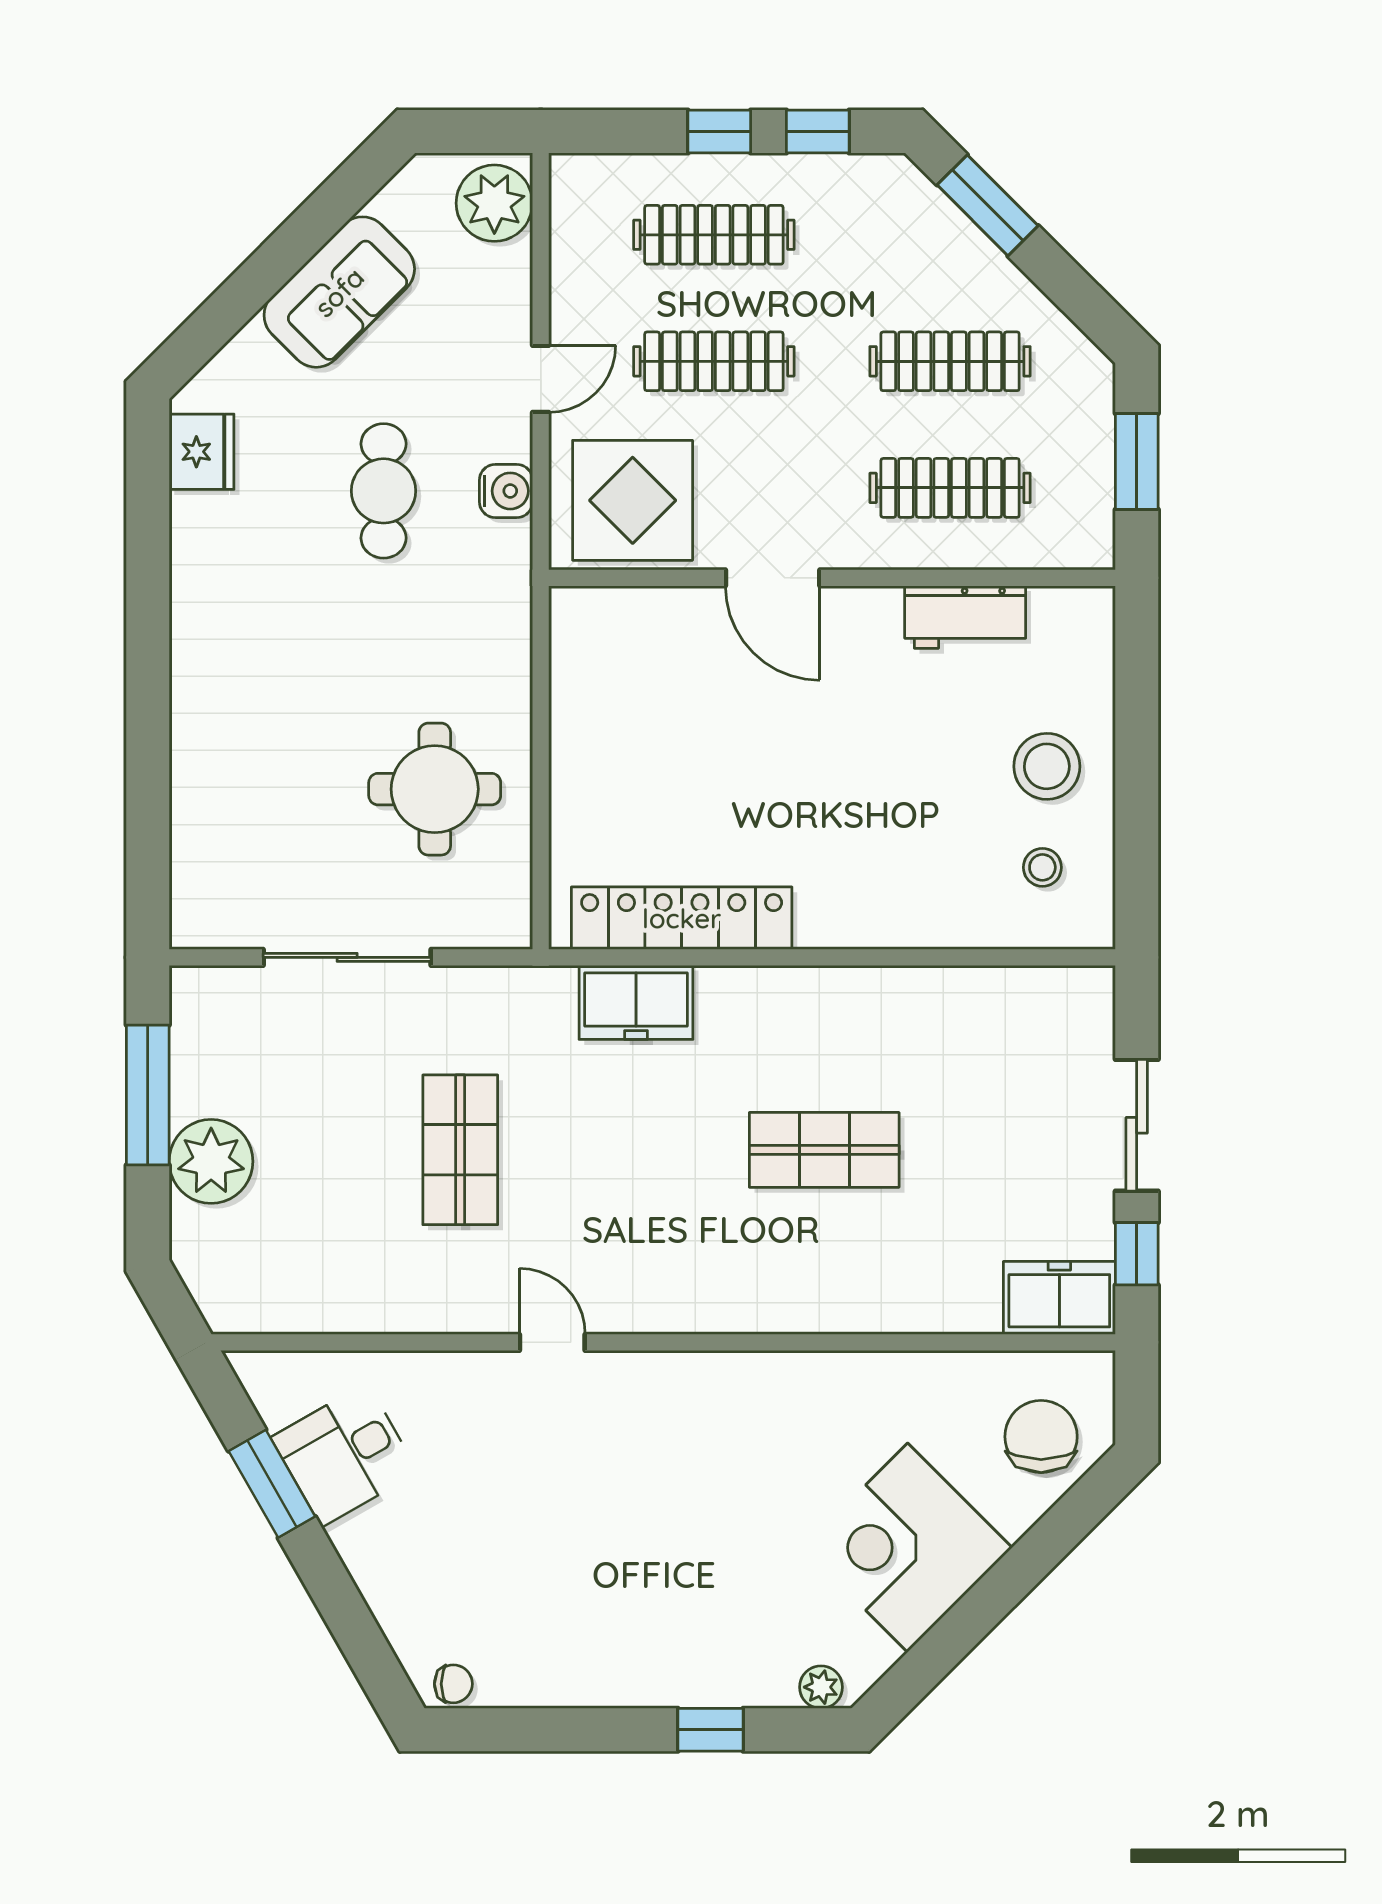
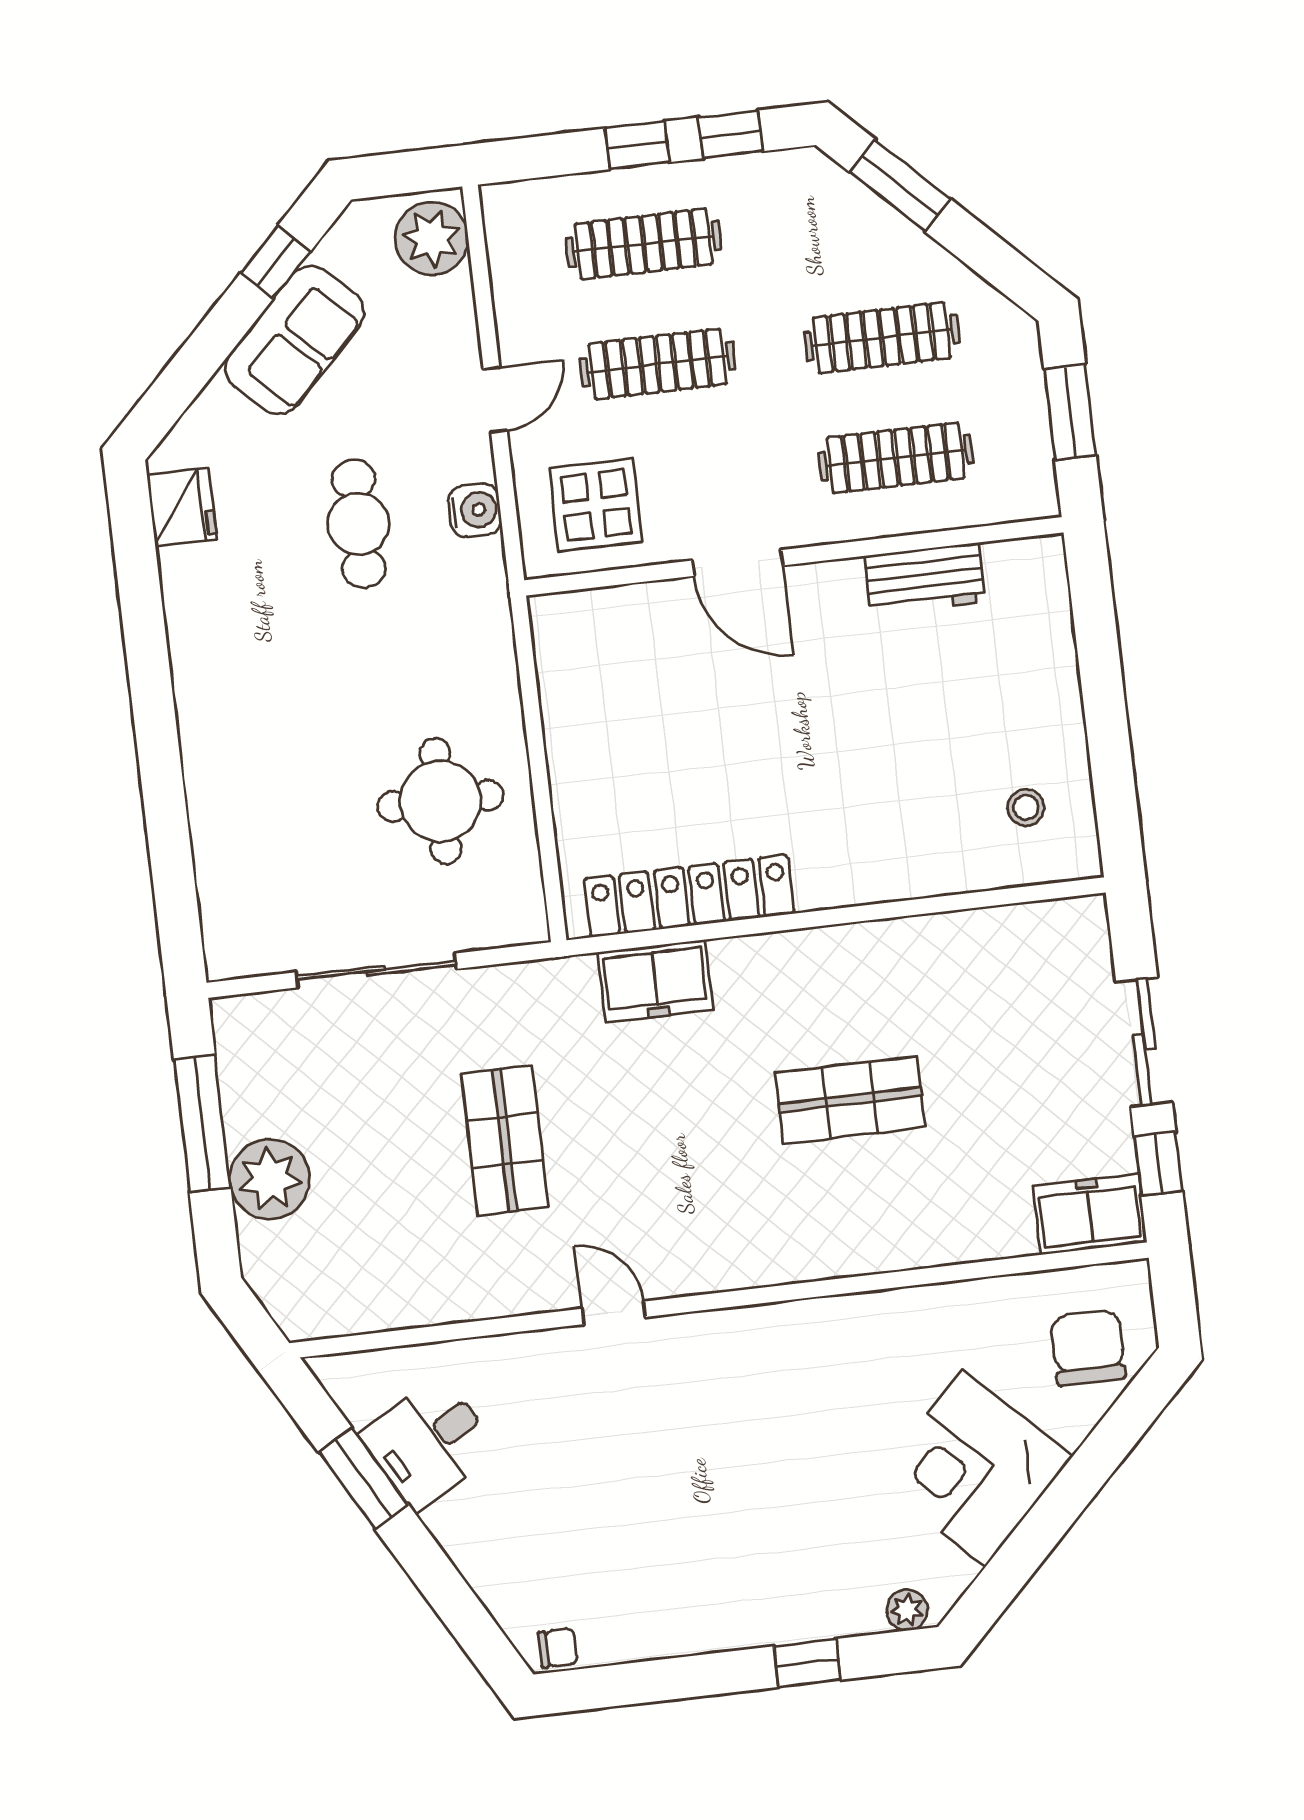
window: (329, 209) -> (276, 262), added
display table: (633, 500) -> (596, 505), width x0.73, depth x0.73
stool: (1047, 766) -> (1019, 711), removed

